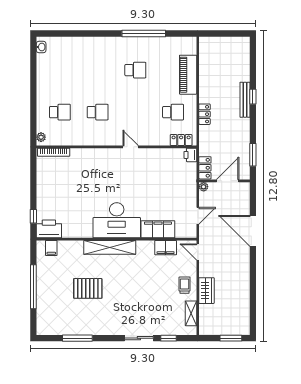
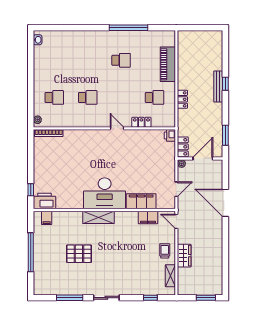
locker: (181, 140) -> (141, 122), moved
shelving: (110, 247) -> (98, 217), width x0.68
sliding door: (139, 338) -> (106, 298), moved

